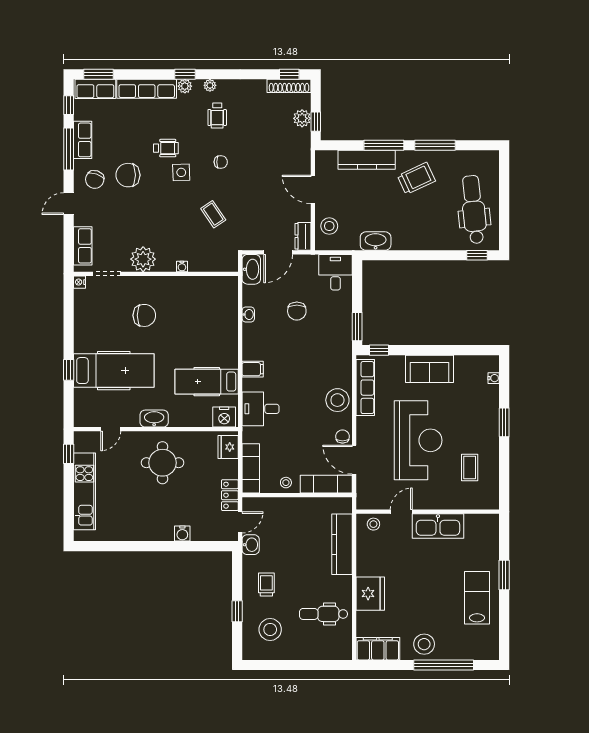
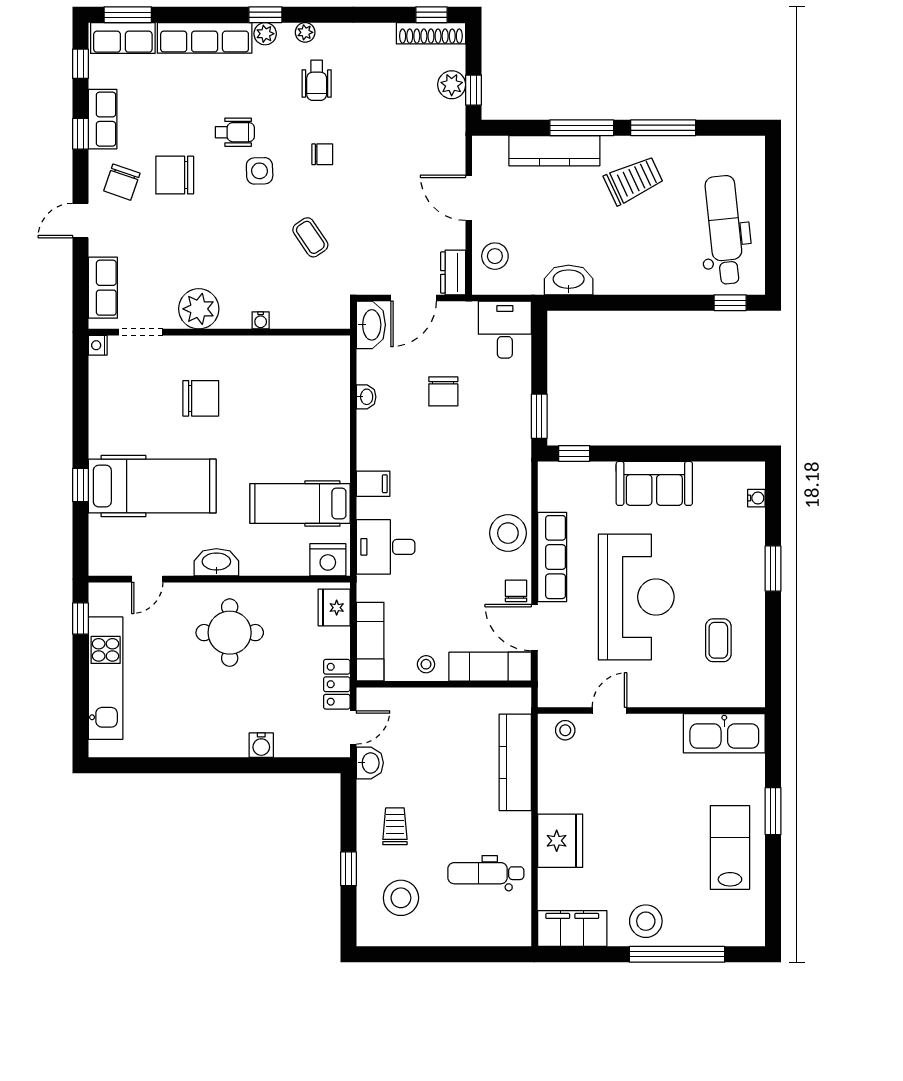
window: (69, 149) -> (80, 134), width x0.46
row of seats: (365, 388) -> (552, 557), moved
kitchen sink: (438, 526) -> (724, 733), moved

